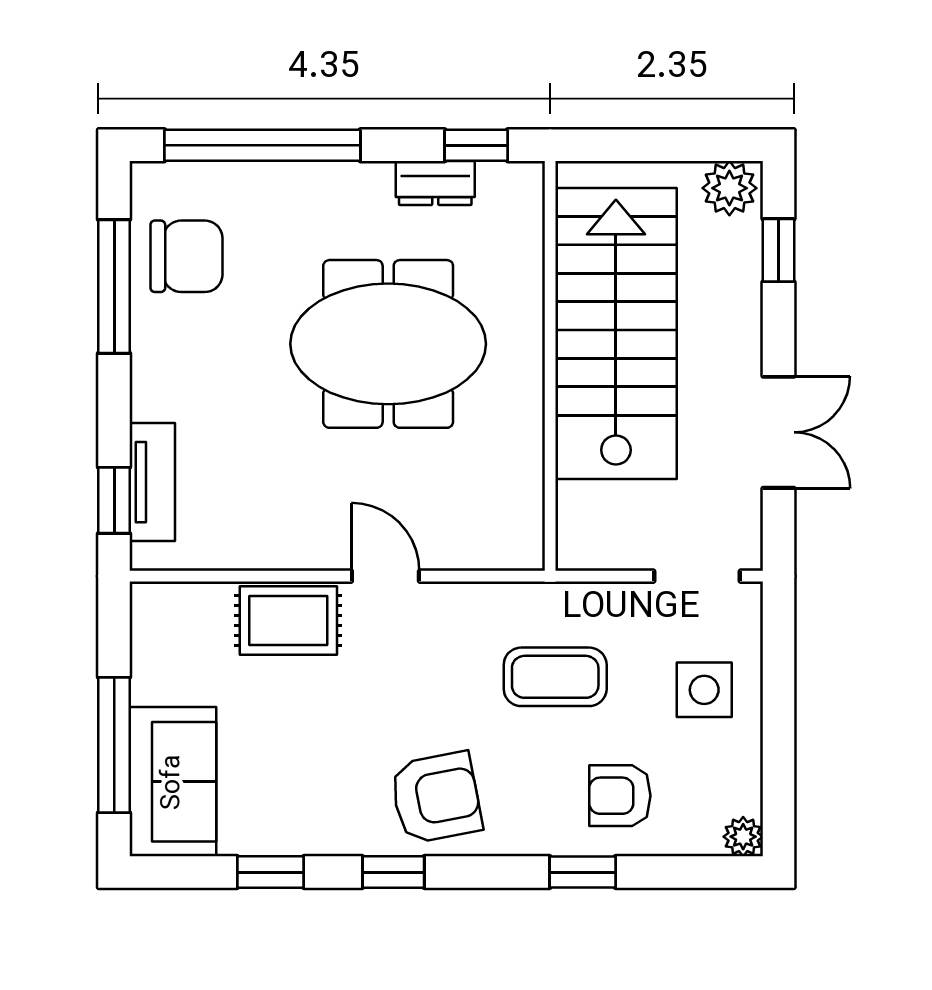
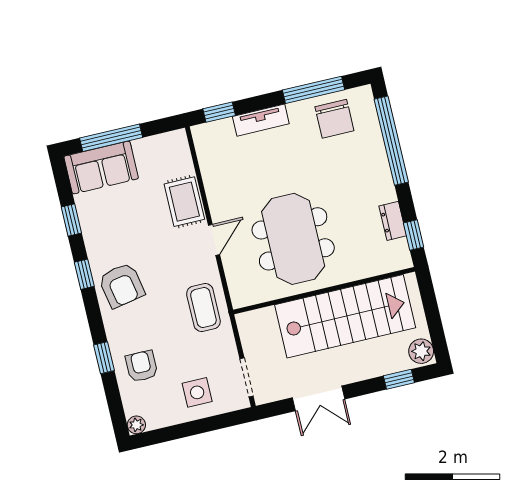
meeting table: (388, 344) -> (293, 239), moved
tv unit: (152, 482) -> (261, 120), moved
coffee table: (555, 677) -> (203, 307), moved

